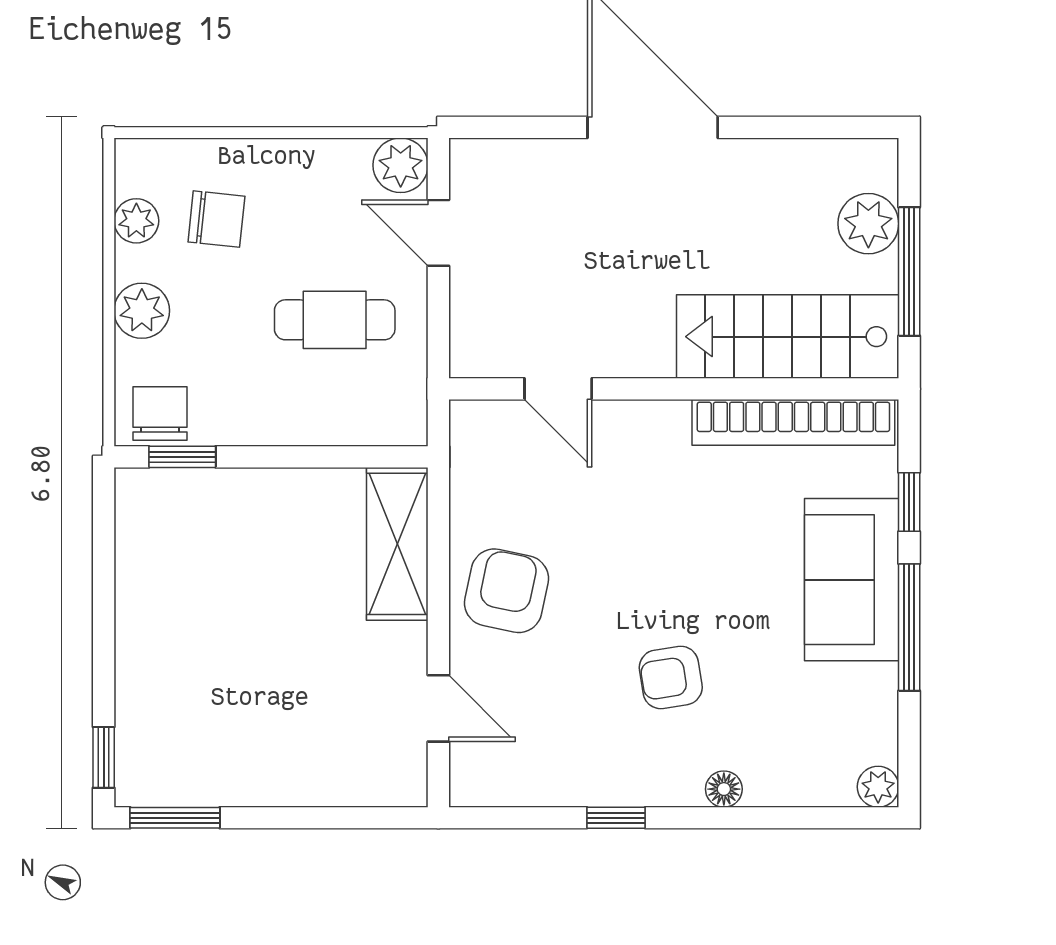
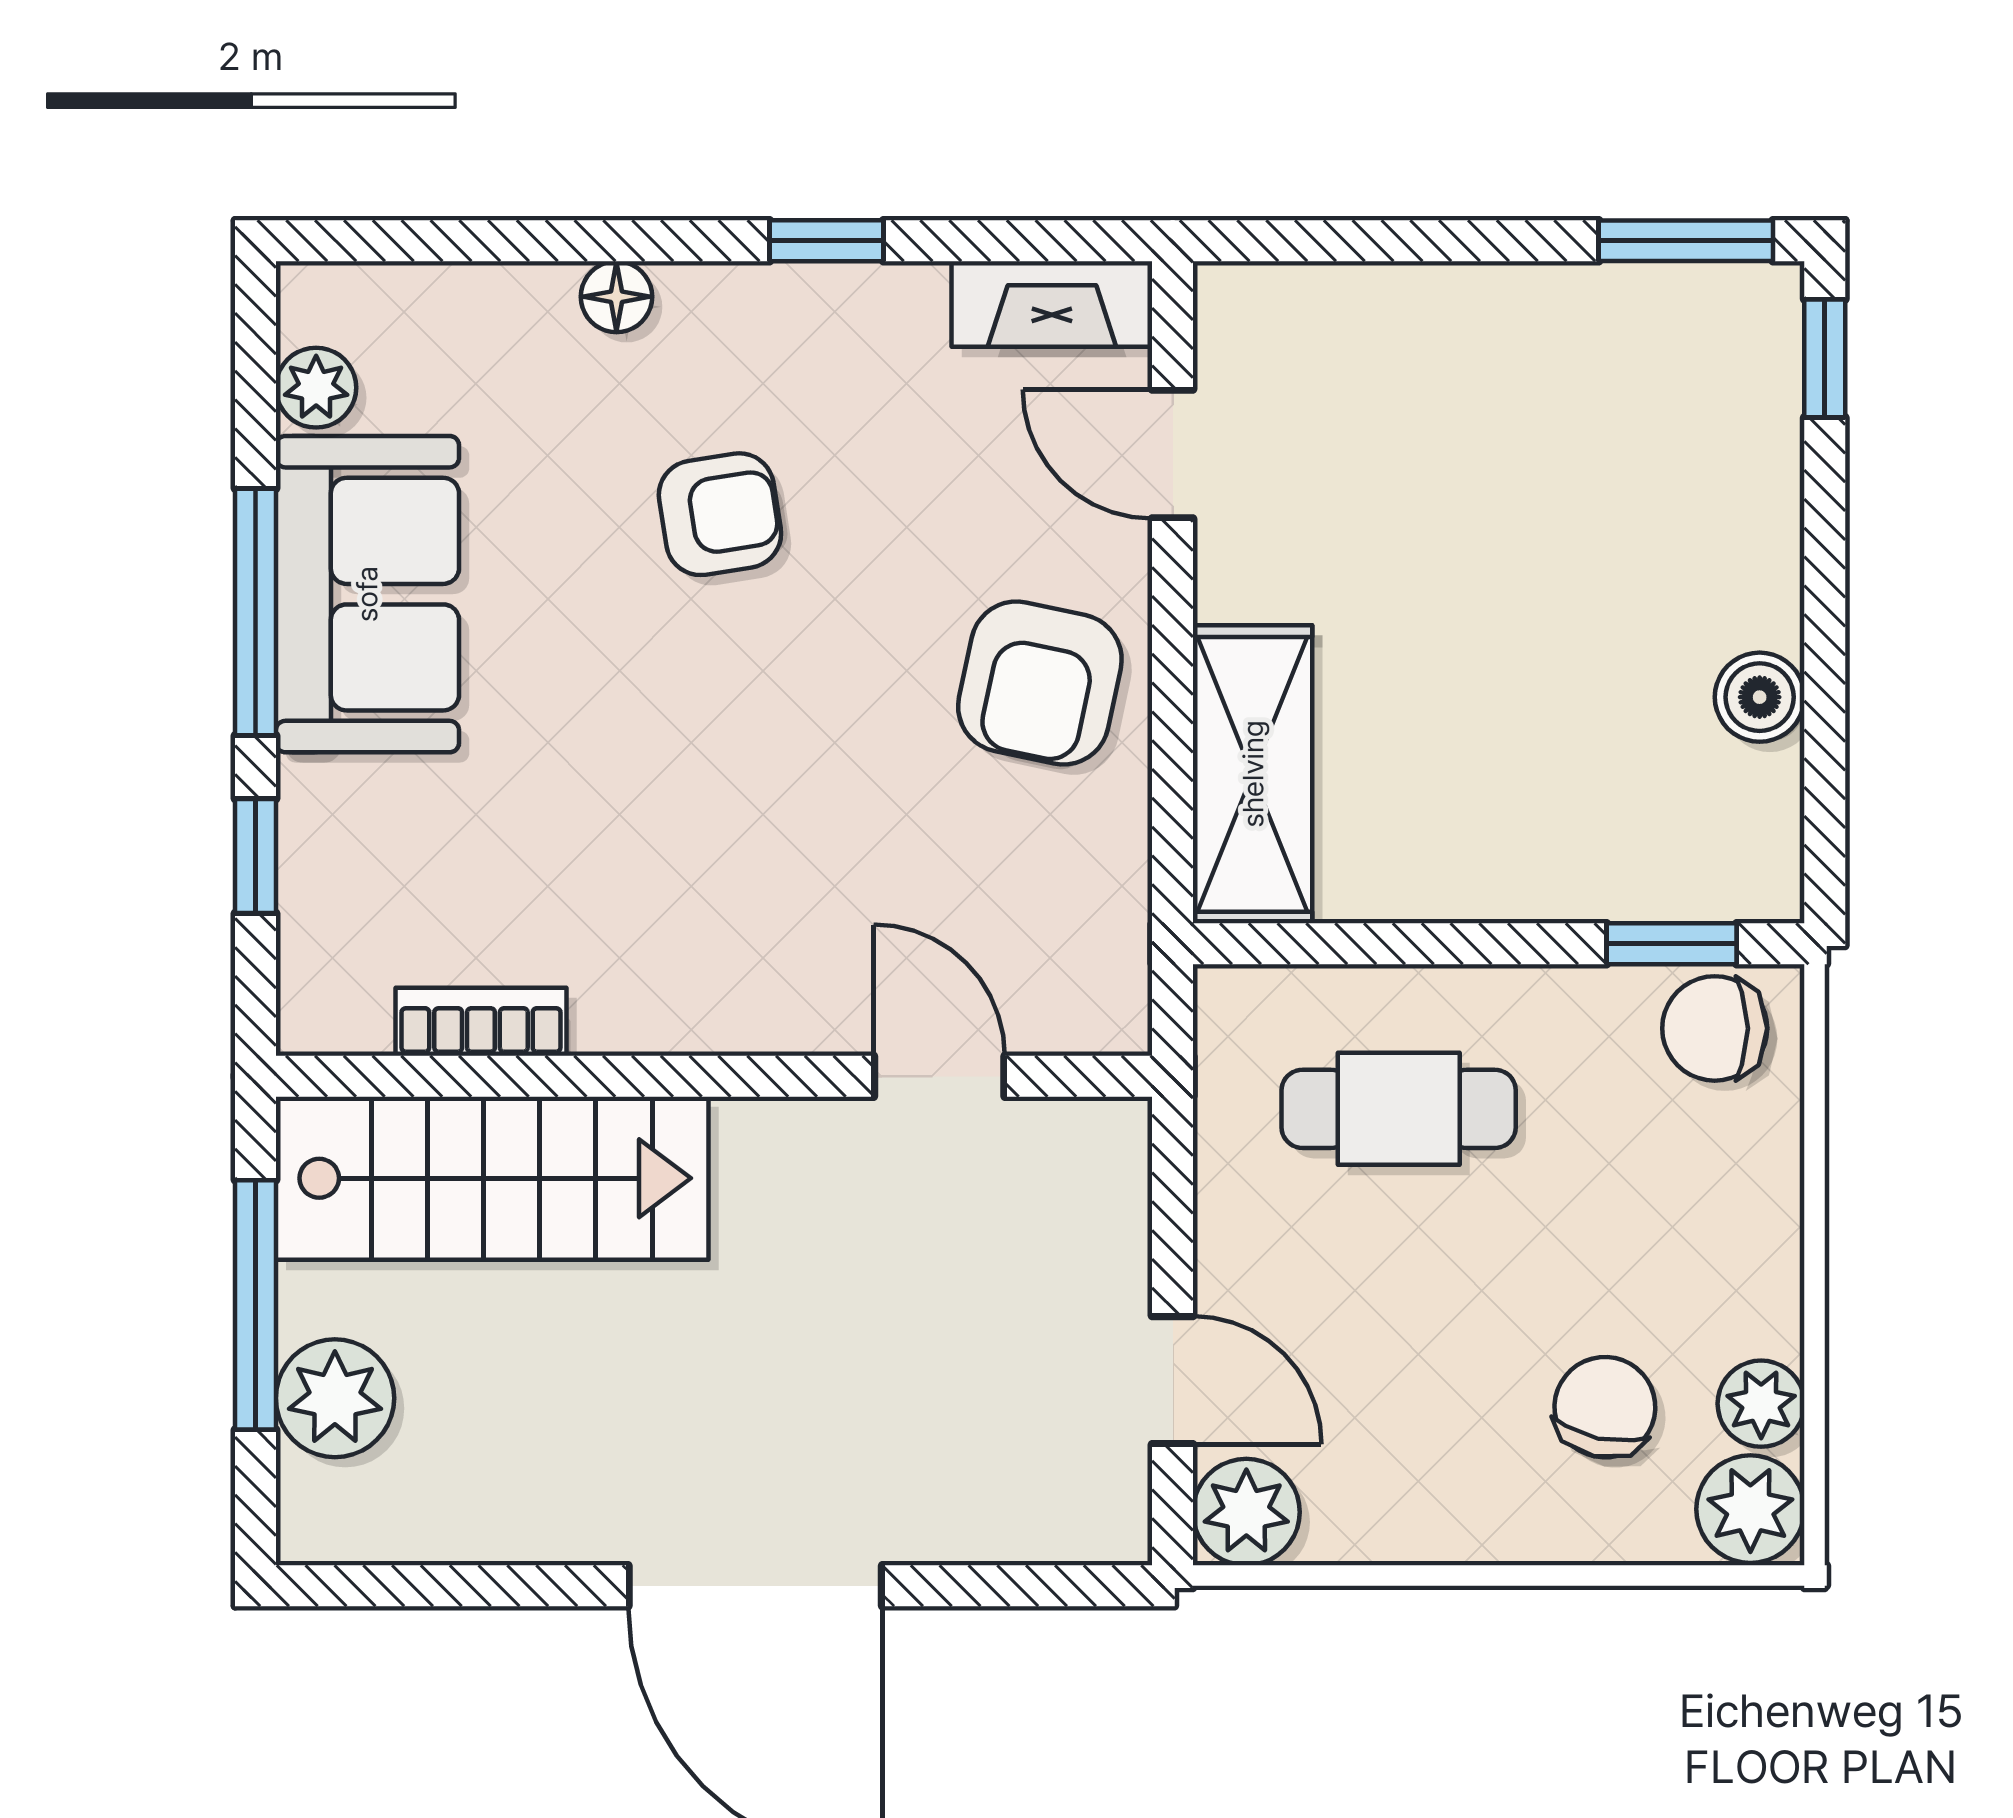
chair: (216, 219) -> (1605, 1407), turned 96
plant: (142, 311) -> (1750, 1509), moved
cafe table: (335, 320) -> (1399, 1109), moved
chair: (160, 413) -> (1715, 1028), turned 90
bookcase: (793, 422) -> (481, 1022), width x0.43, depth x0.76
sofa: (852, 580) -> (367, 594), moved
boiler: (137, 584) -> (1760, 697), added
fireplace: (500, 785) -> (1052, 304), added
plant: (878, 787) -> (316, 388), moved

